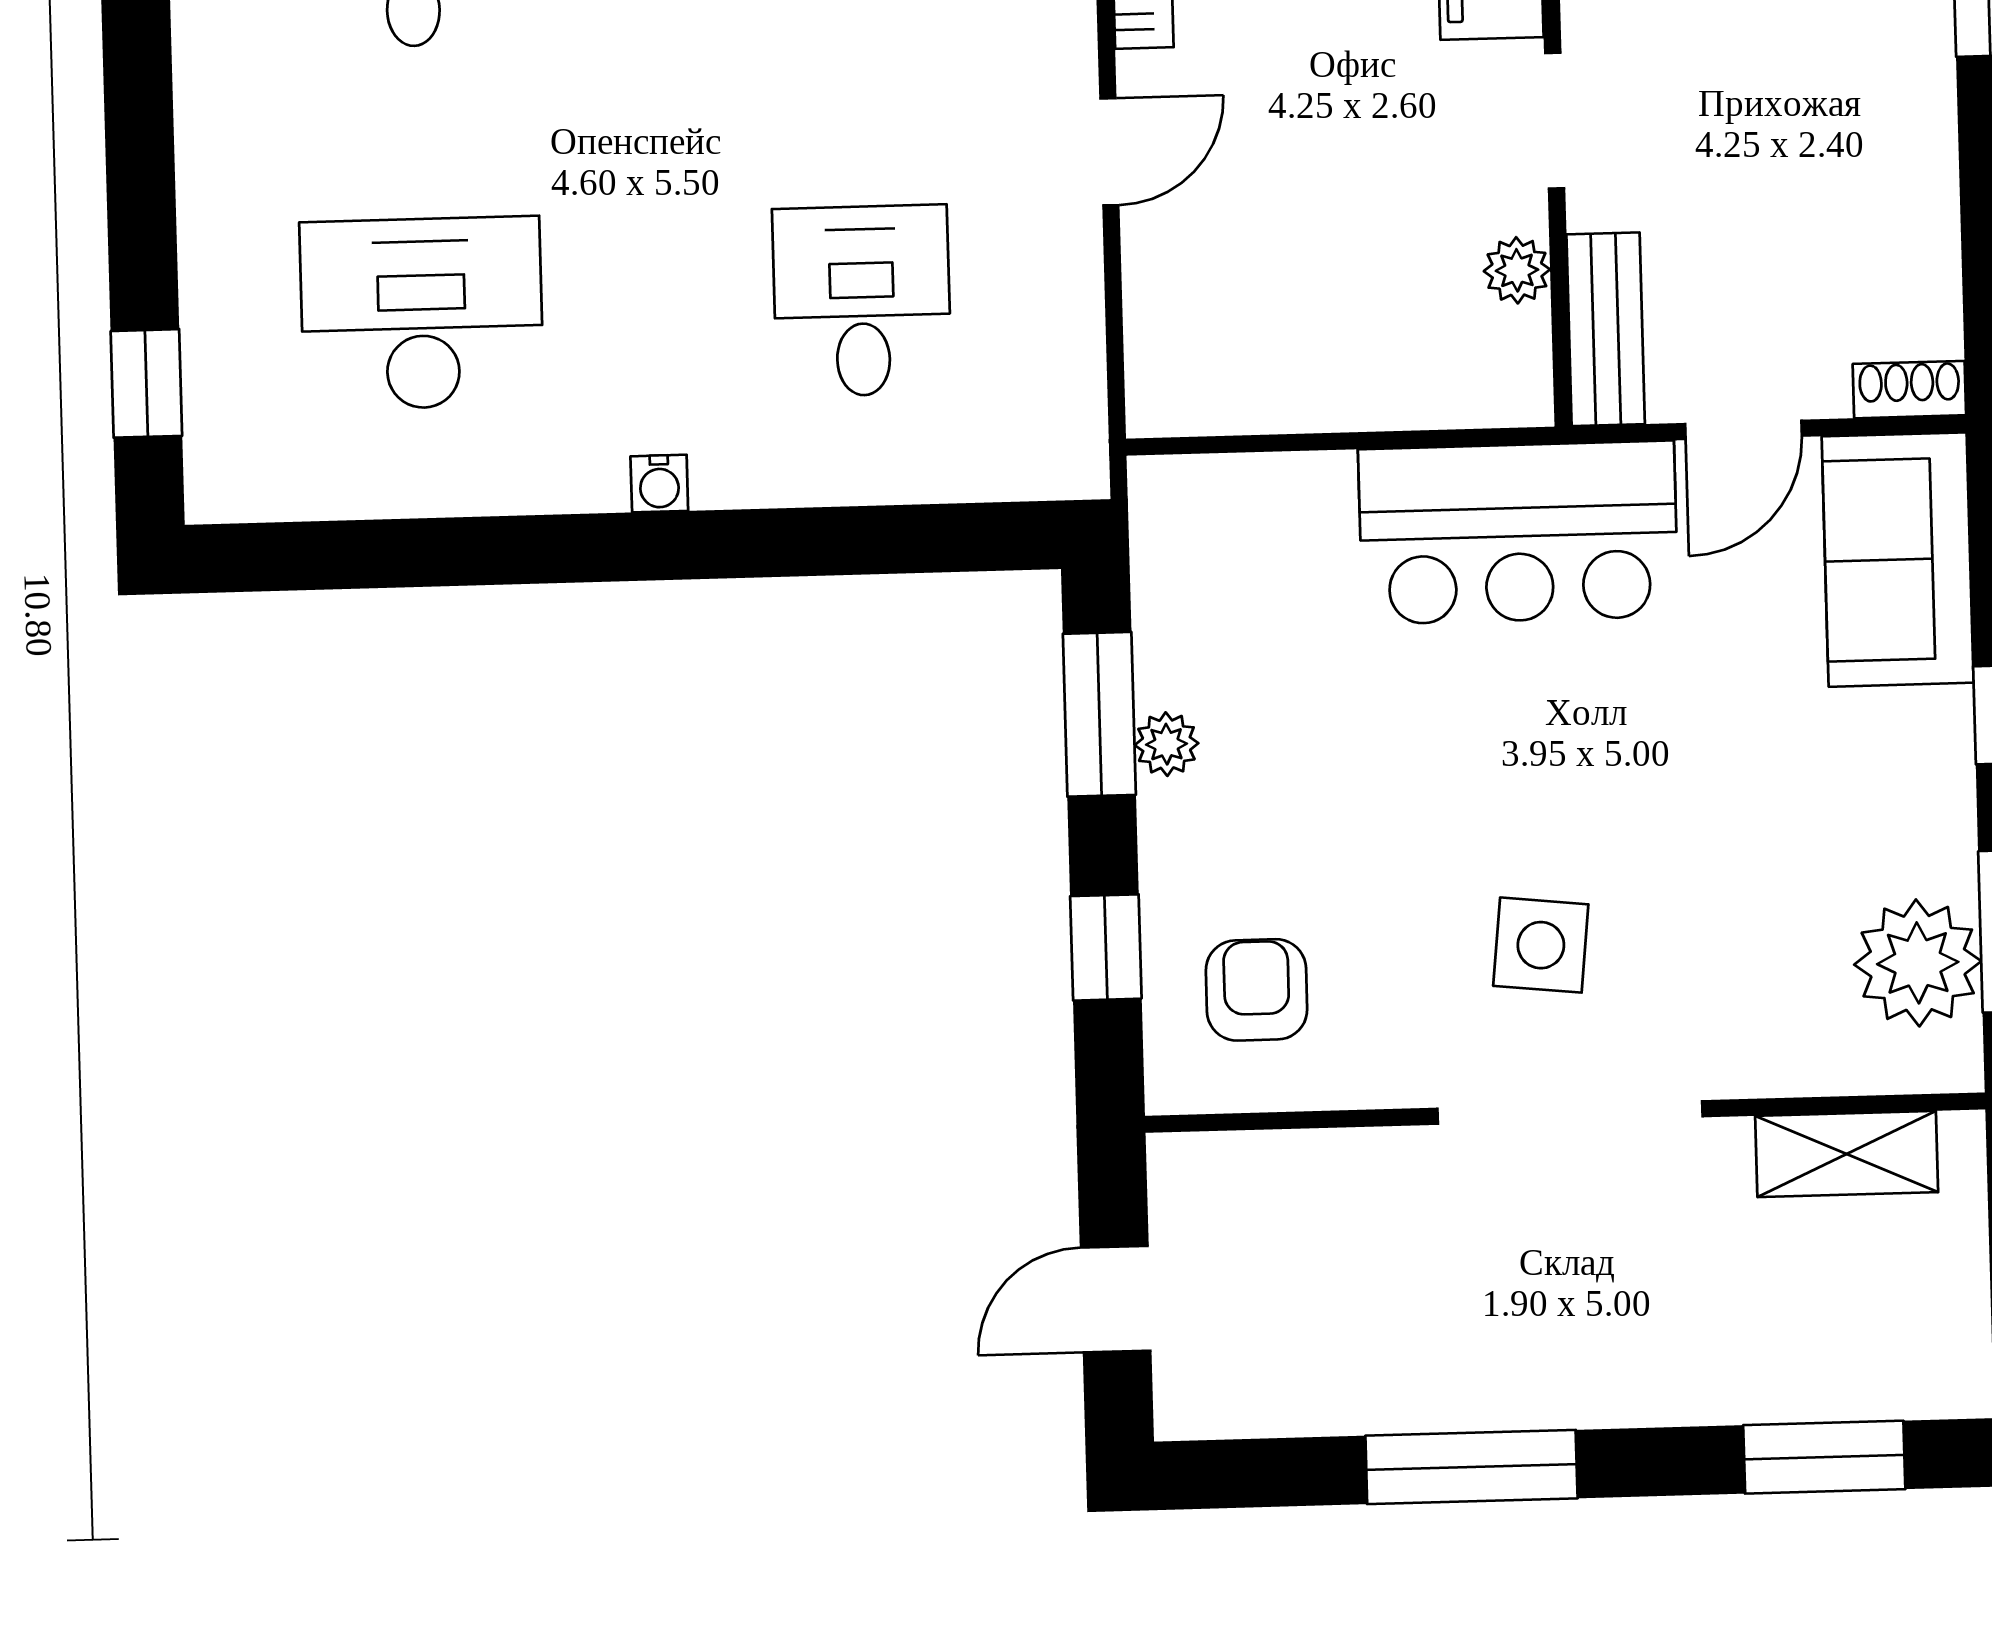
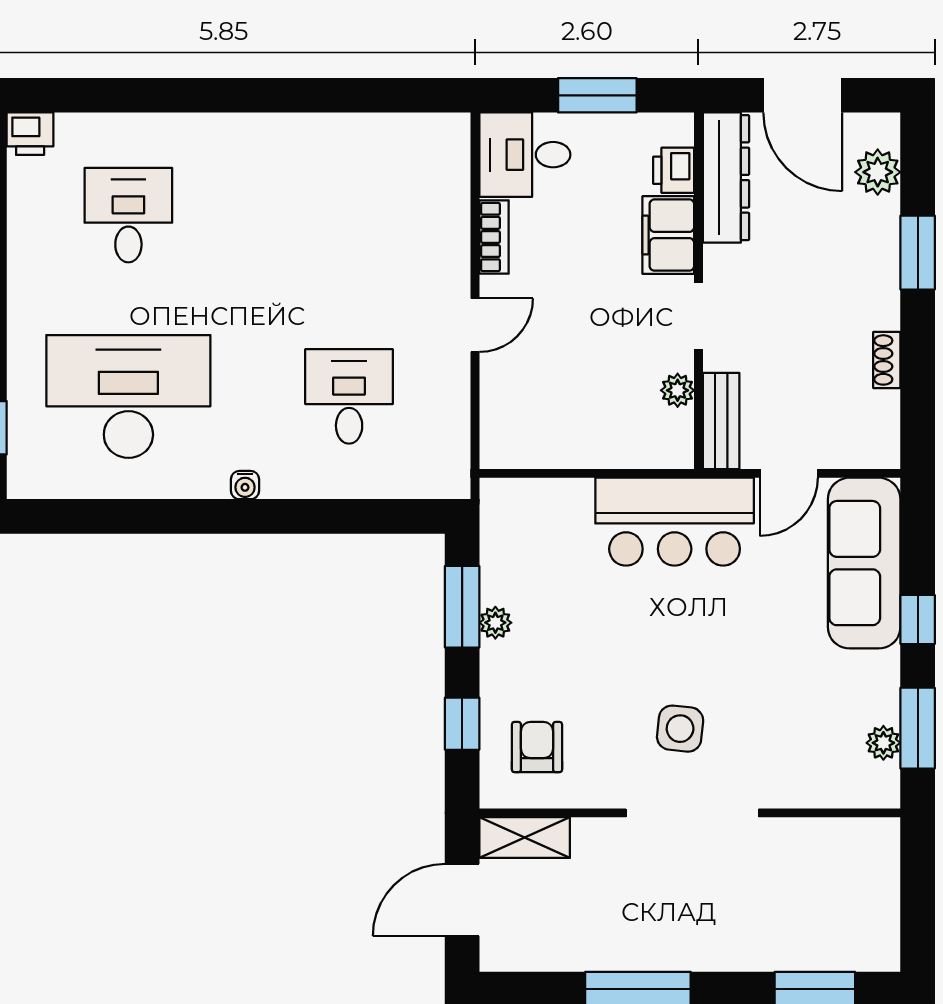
desk: (422, 313) -> (128, 396), width x1.36, depth x1.30
shoe rack: (1909, 390) -> (887, 360), moved, turned -90
sofa: (1898, 560) -> (864, 563), width x1.36
plant: (1918, 963) -> (883, 743), width x0.53, depth x0.53
shelving: (1847, 1154) -> (525, 838), moved
door: (1116, 1299) -> (462, 900), width x1.38

